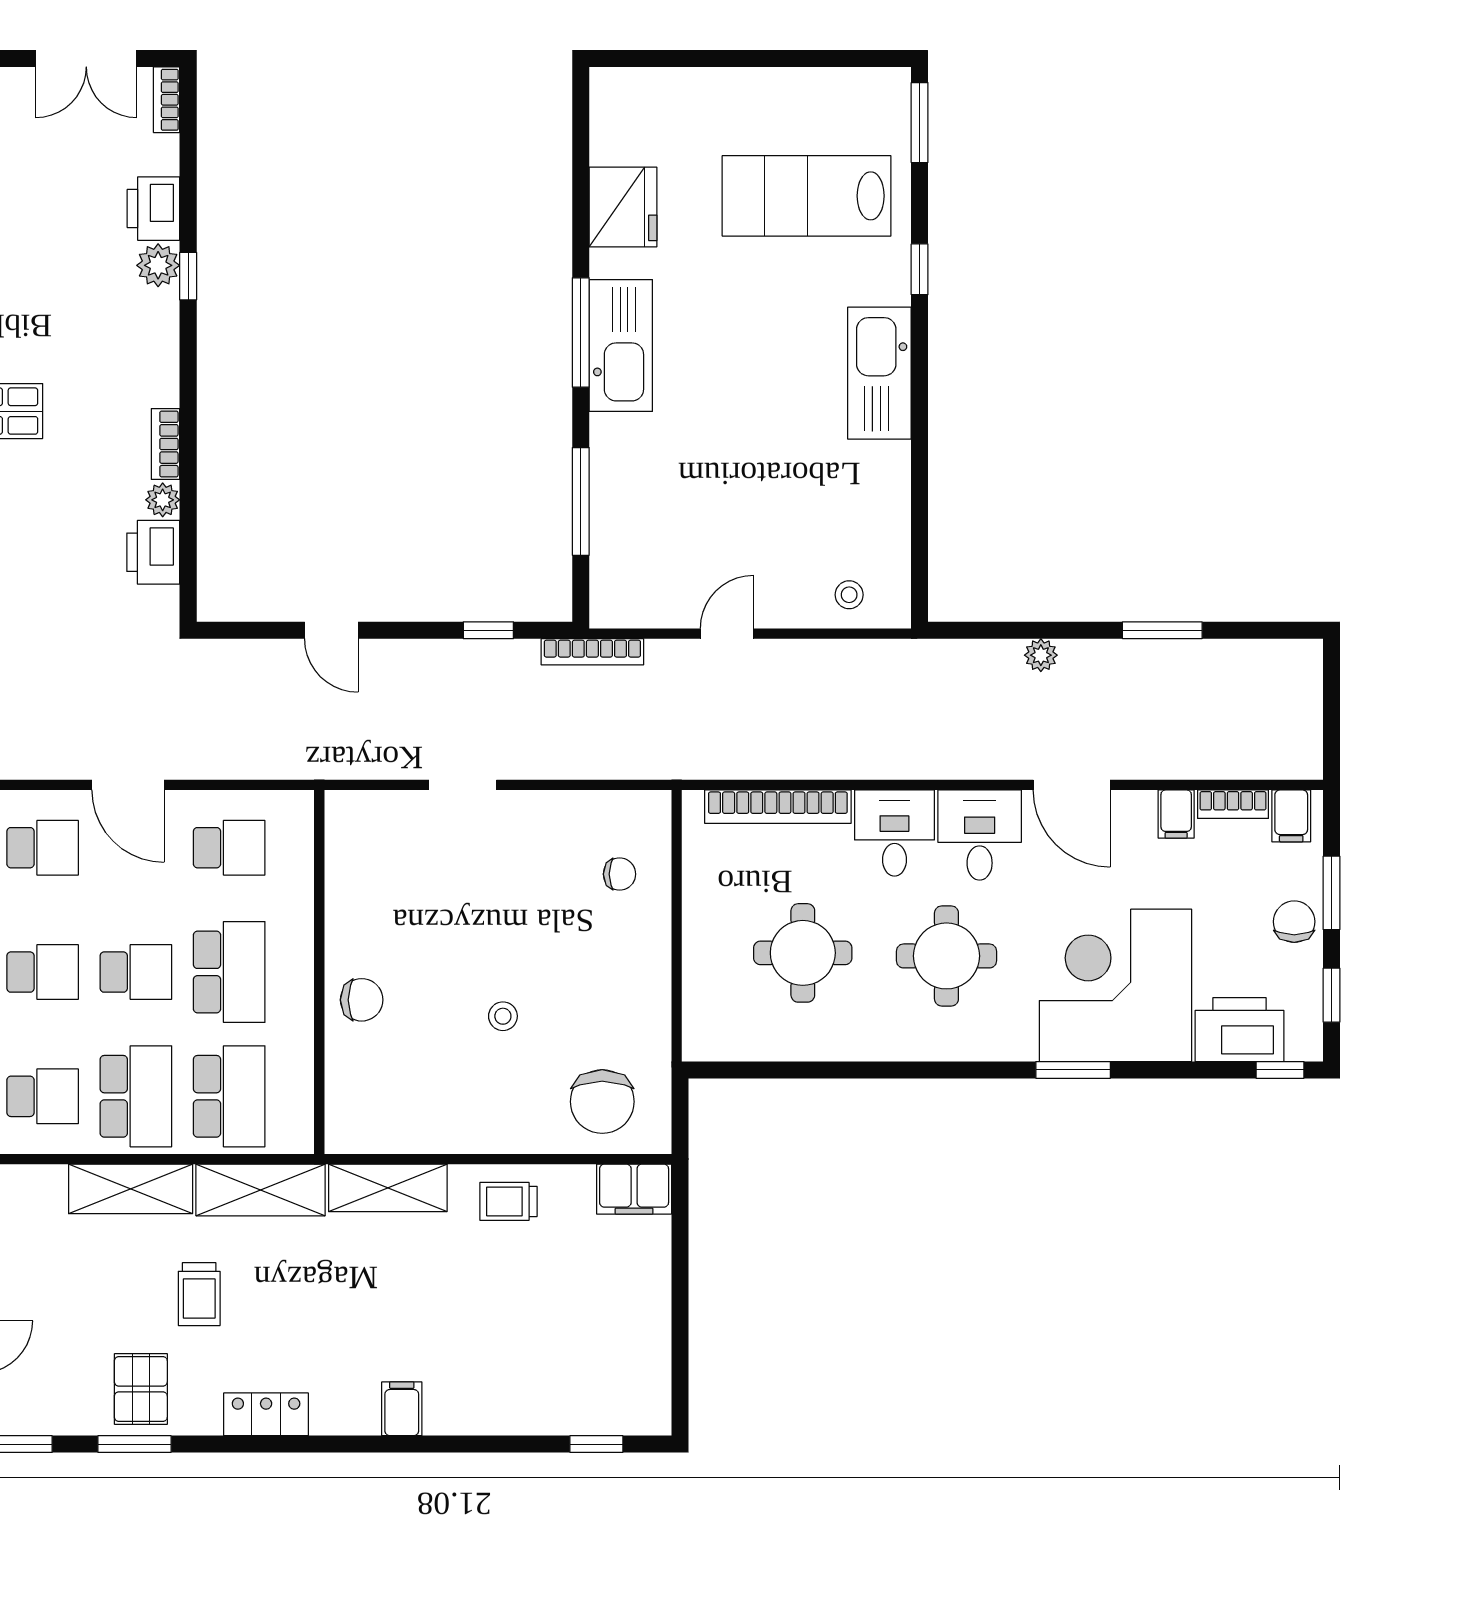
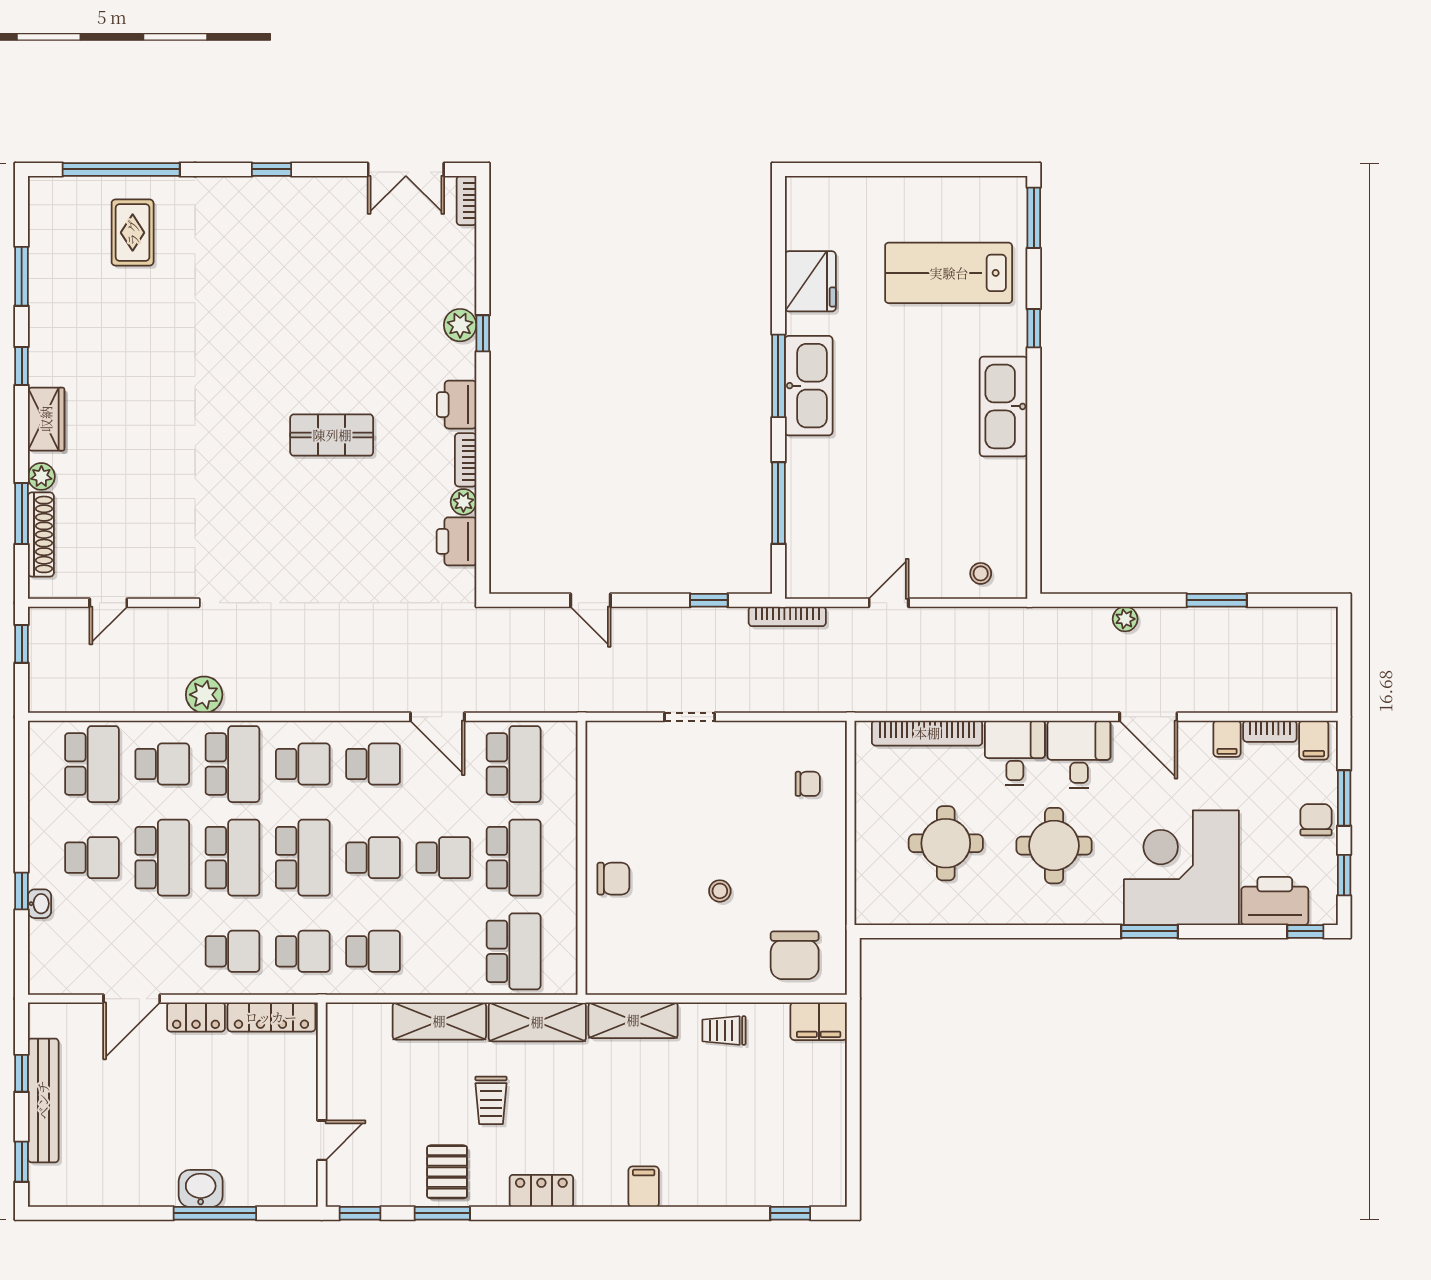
printer: (153, 209) -> (457, 405), moved
school desk: (229, 848) -> (514, 764), width x1.85
school desk: (136, 1096) -> (443, 951), removed

